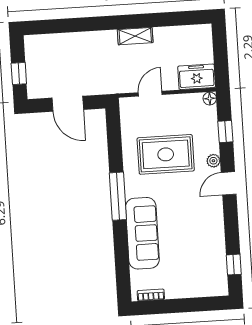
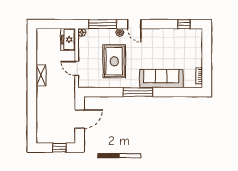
window: (225, 132) -> (103, 24), width x2.17

